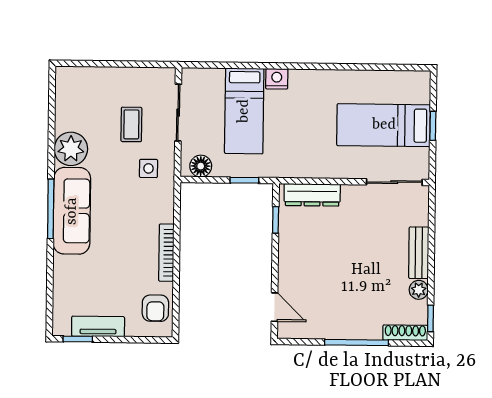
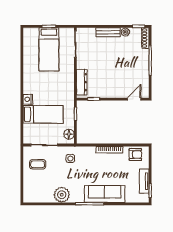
coffee table: (131, 124) -> (38, 164), moved
sofa: (72, 211) -> (105, 194), moved

